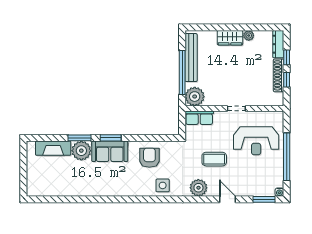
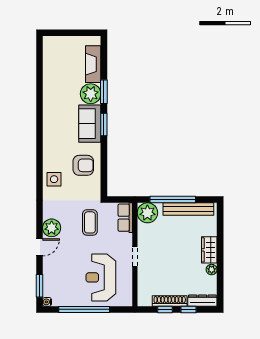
coffee table: (214, 159) -> (90, 222), moved
plant: (198, 188) -> (52, 228), moved

